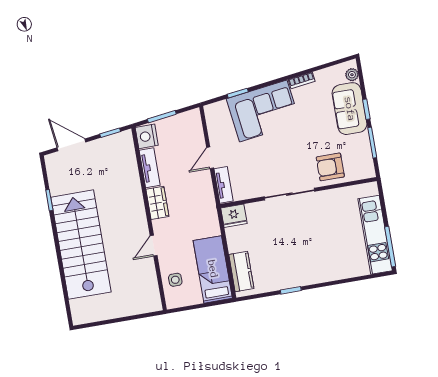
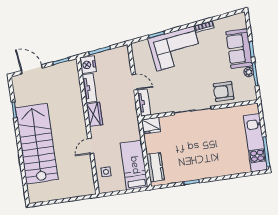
plant: (352, 75) -> (249, 72), moved
door: (210, 158) -> (135, 82), swing flipped

